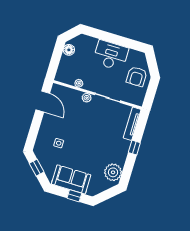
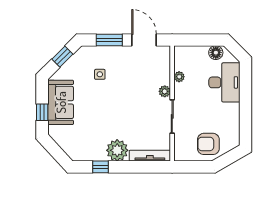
desk: (111, 55) -> (224, 82), moved
door: (43, 102) -> (144, 40), swing flipped
window: (35, 128) -> (109, 40), added
window: (134, 148) -> (101, 167), moved
plant: (113, 172) -> (117, 150), moved

